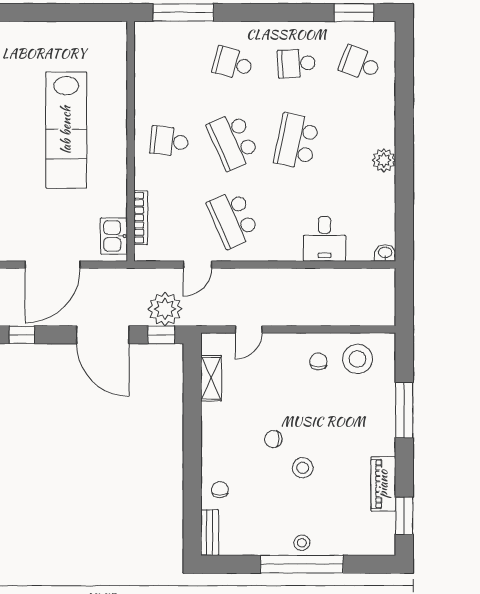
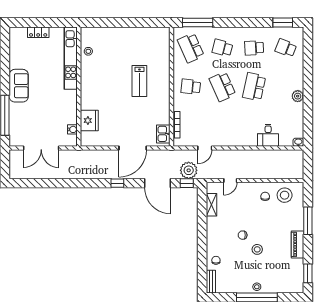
lab bench: (66, 130) -> (139, 81), width x0.54, depth x0.72
school desk: (233, 219) -> (191, 48), moved
piano: (383, 484) -> (297, 244), moved

